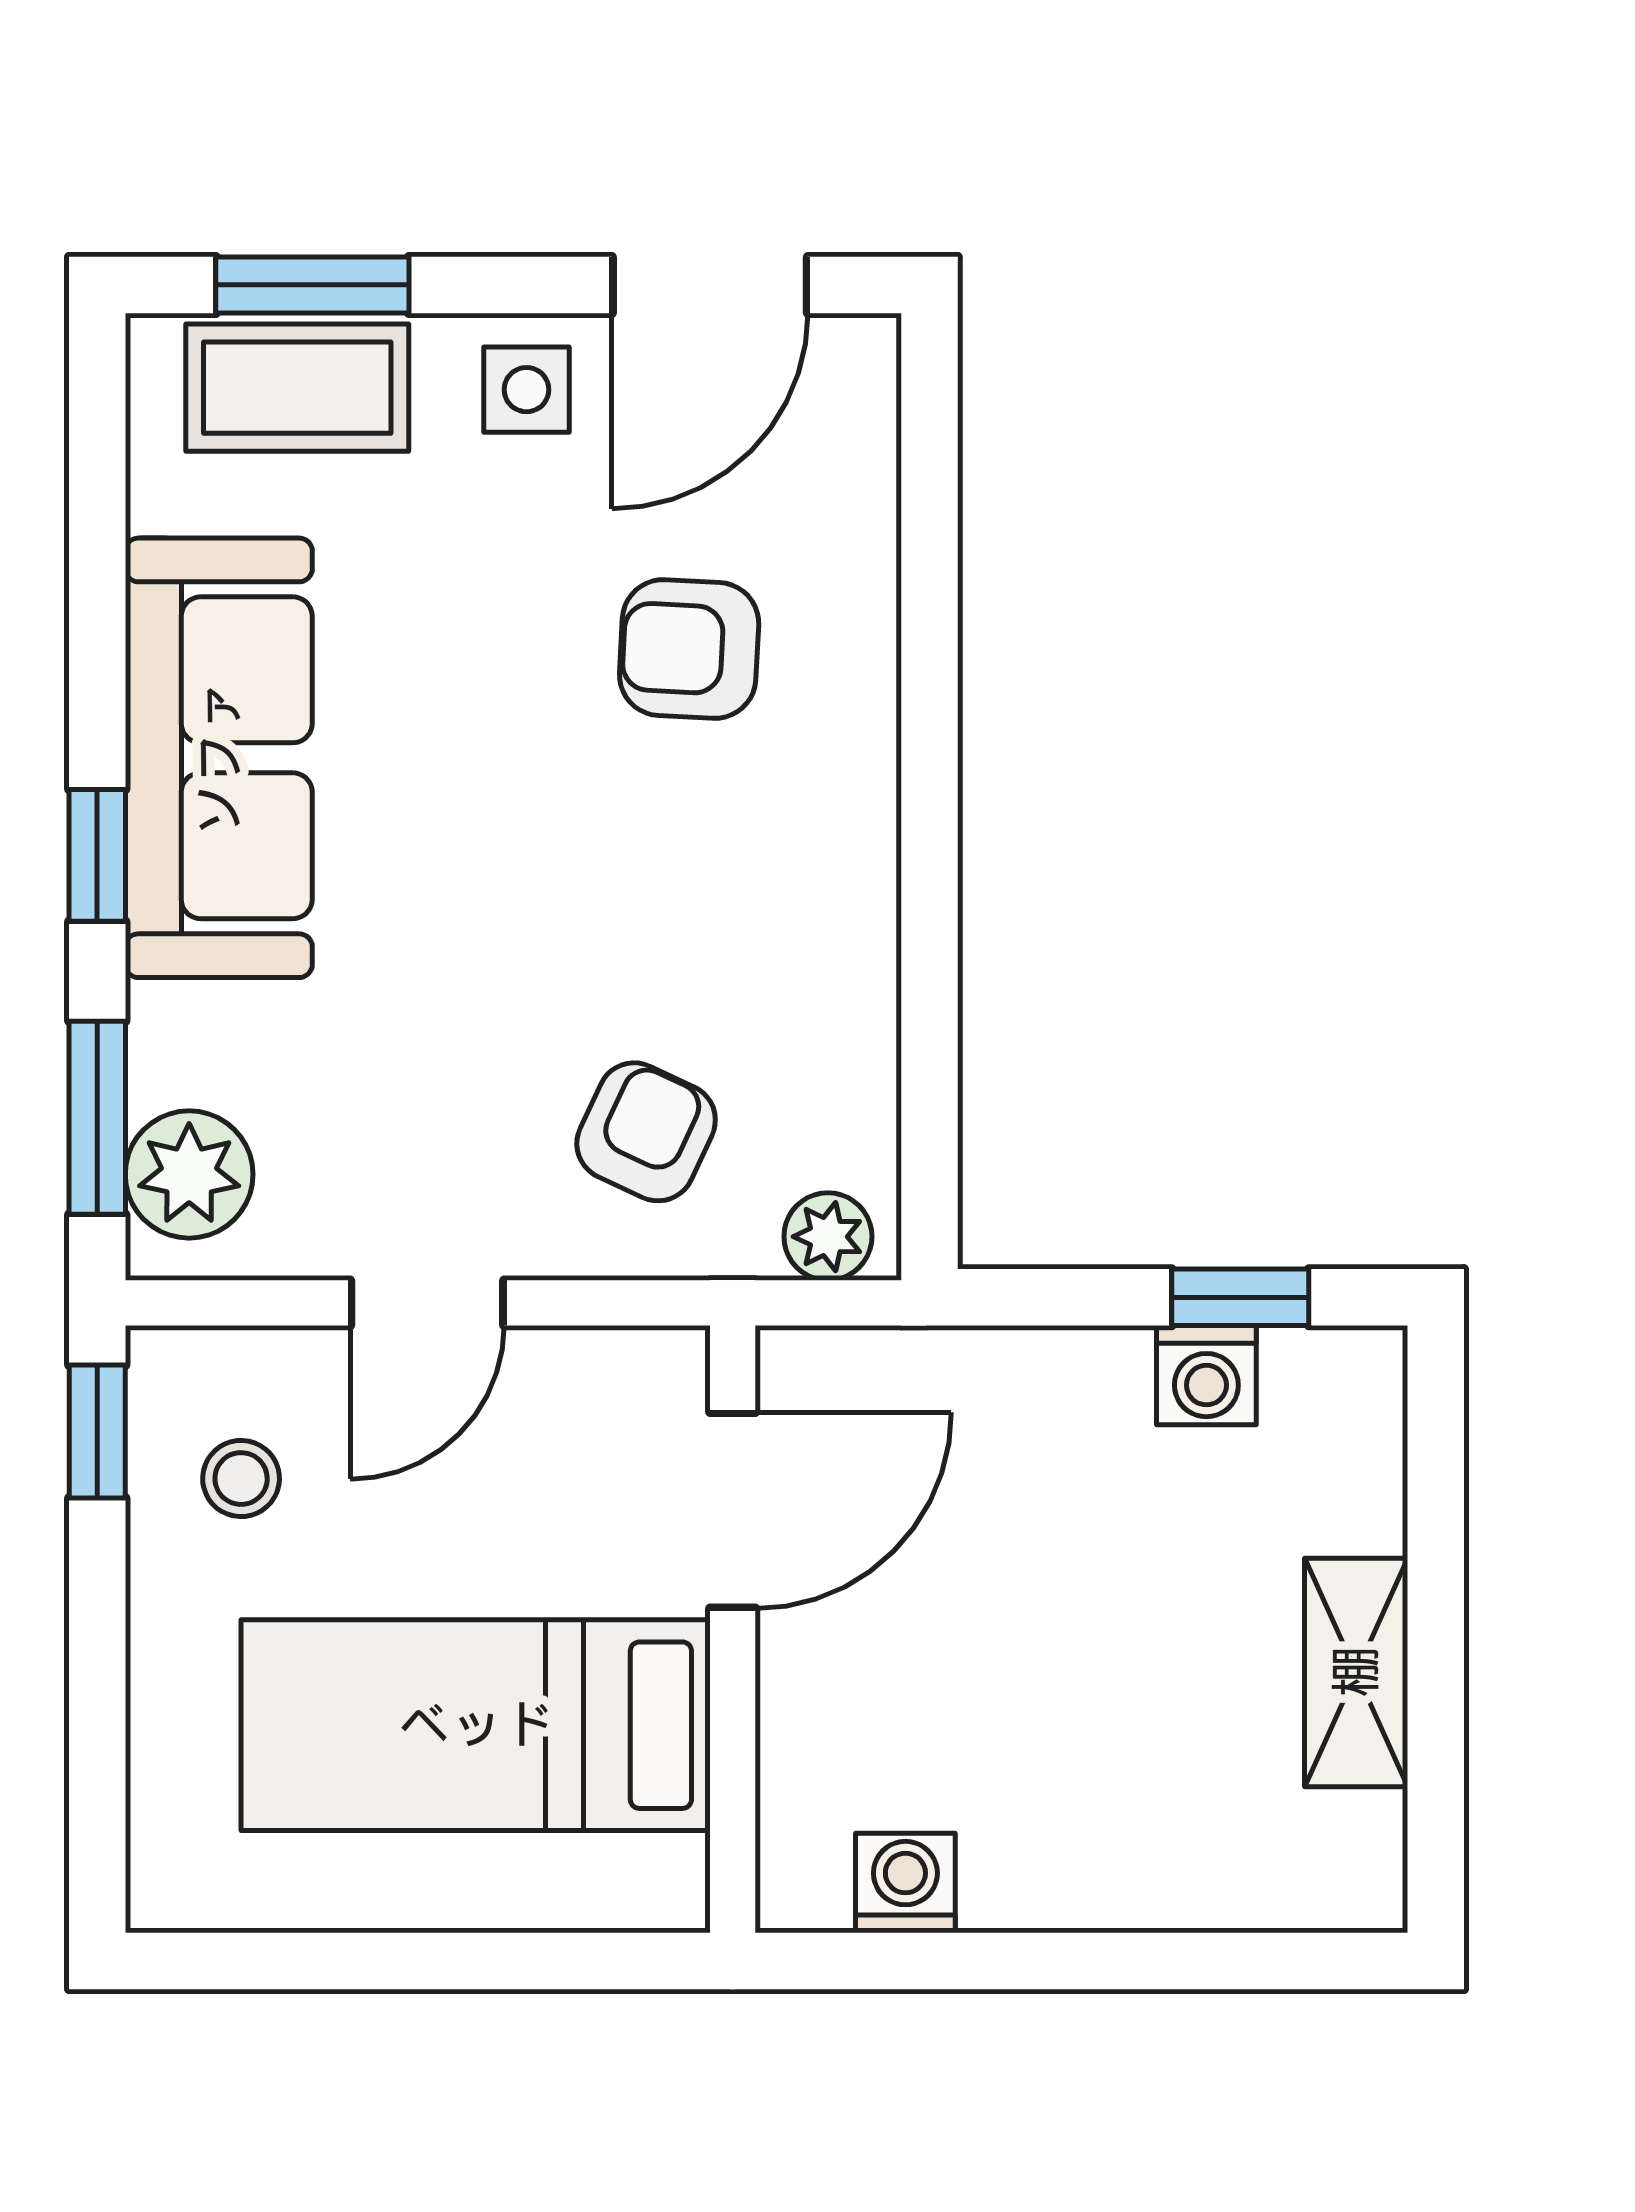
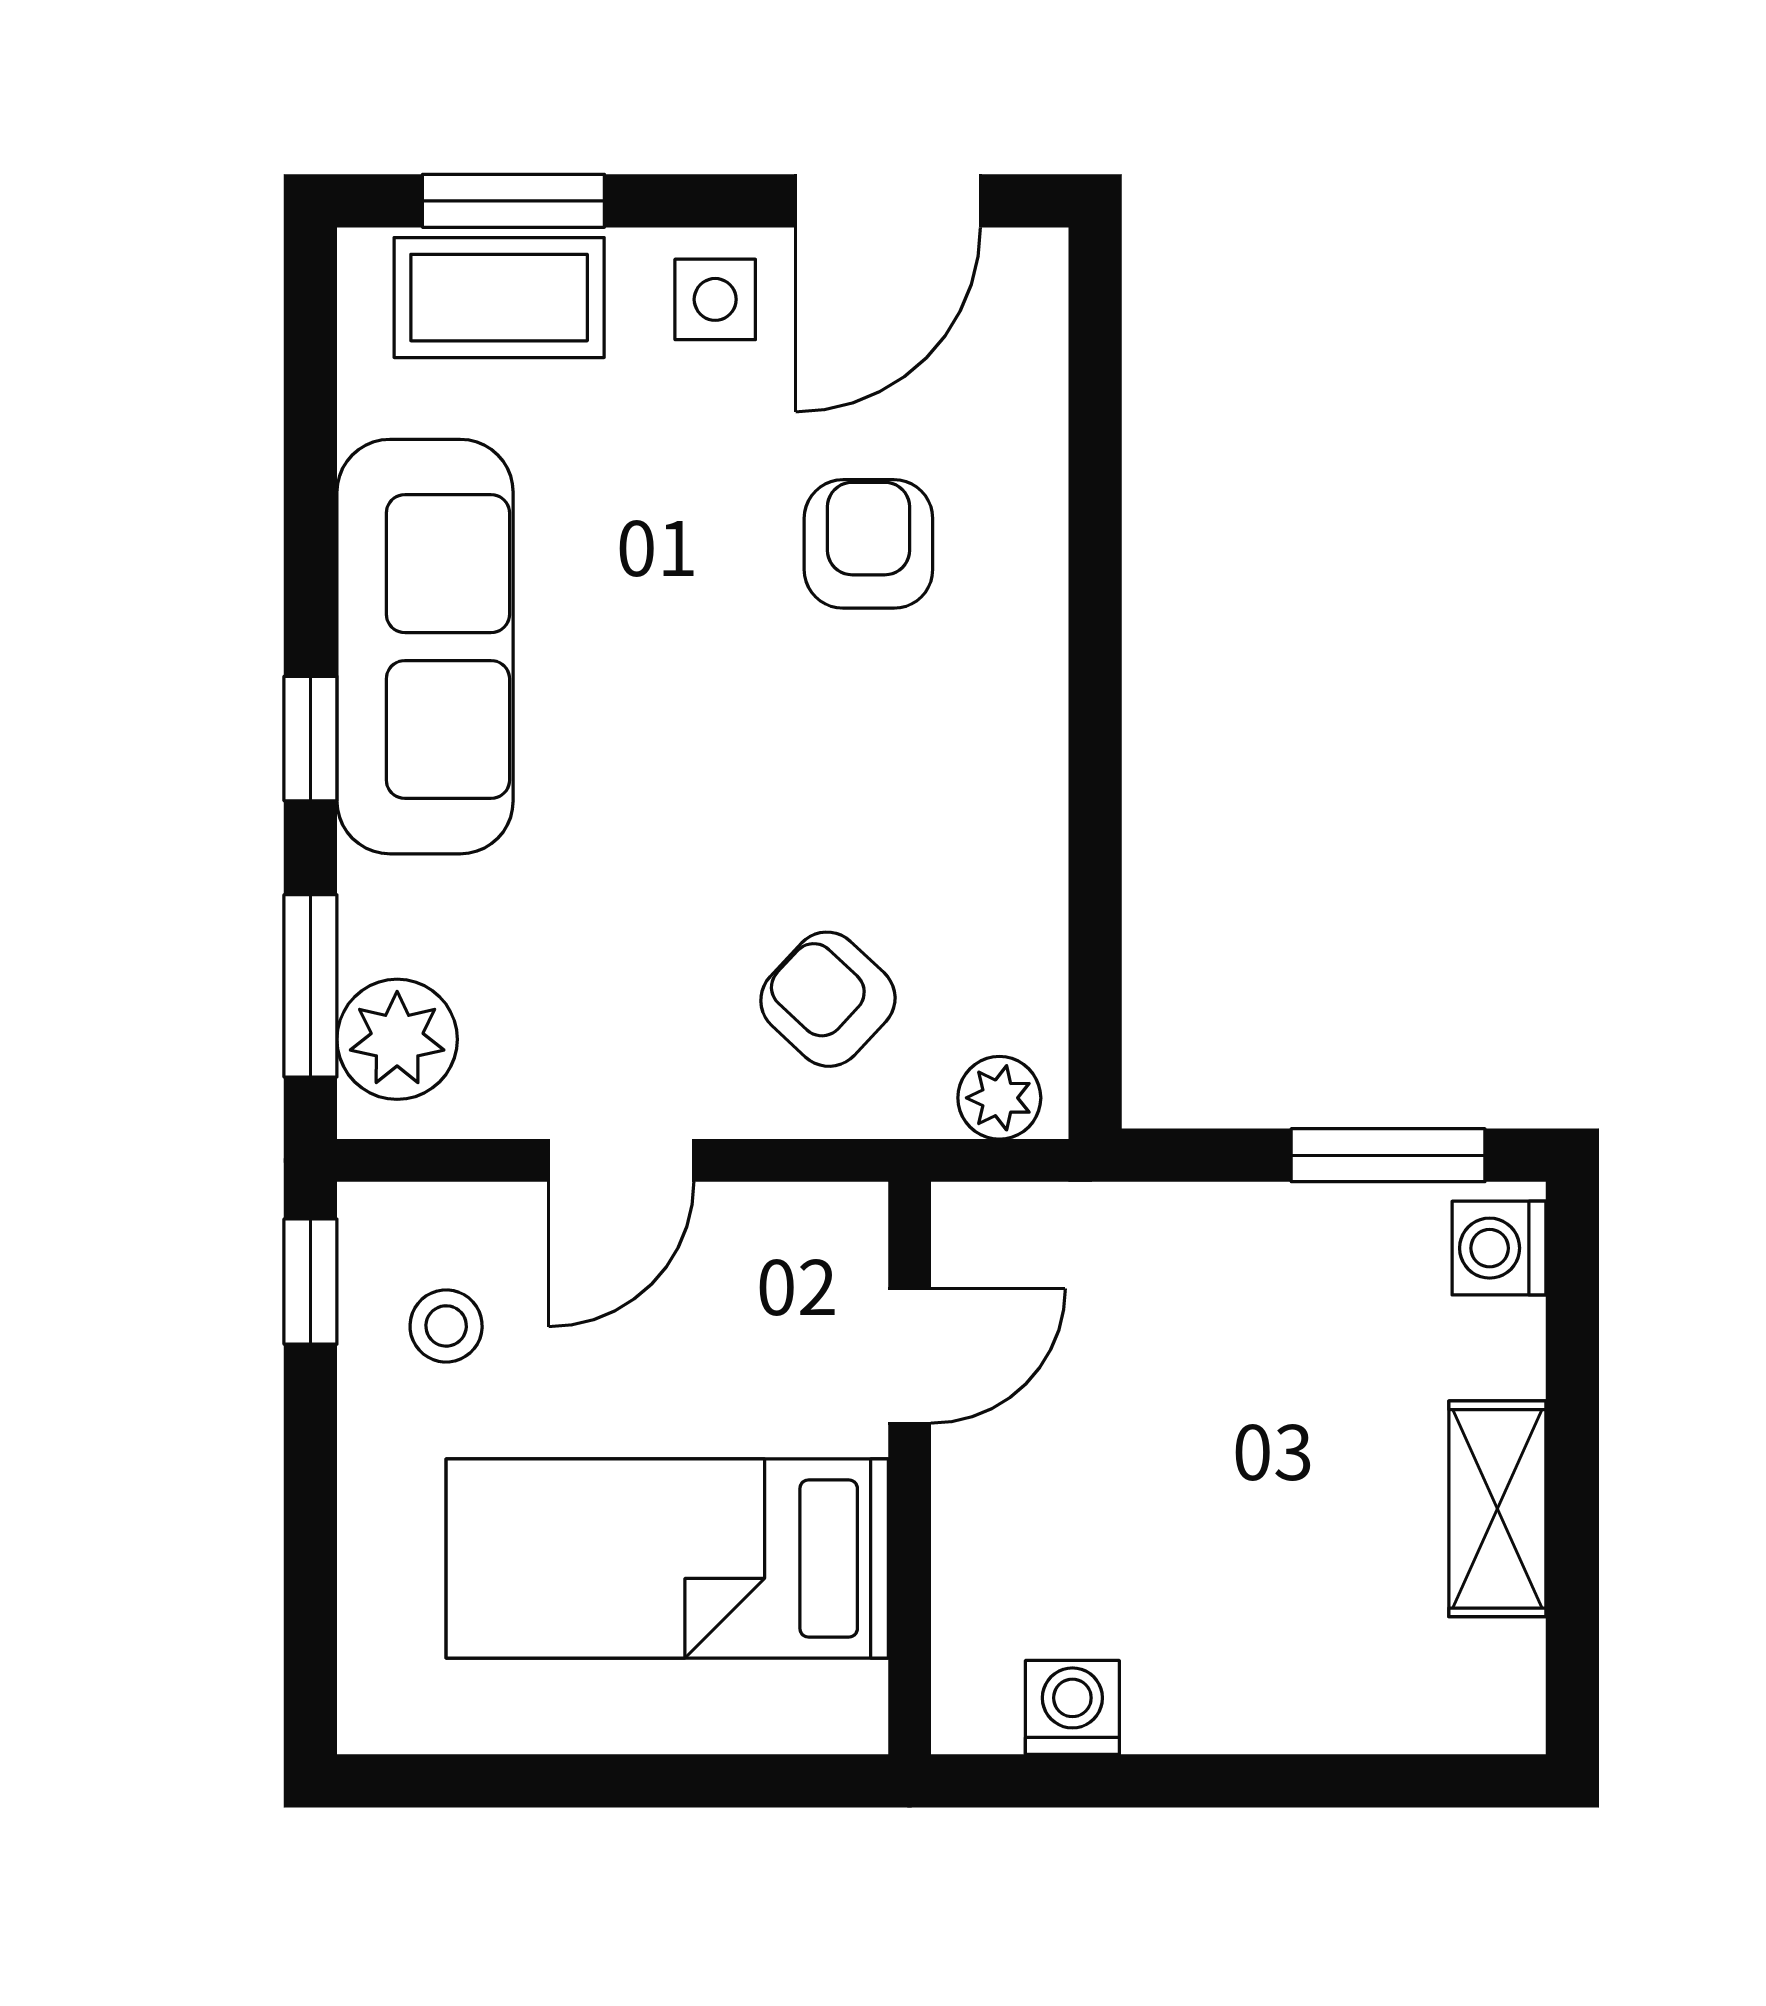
armchair: (689, 649) -> (868, 544), turned 87
armchair: (646, 1132) -> (828, 999), turned -72
window: (1240, 1297) -> (1388, 1155), width x1.50
washing machine: (1206, 1375) -> (1499, 1248), moved, turned 90
door: (733, 1510) -> (910, 1356), width x0.73

